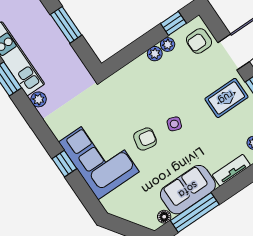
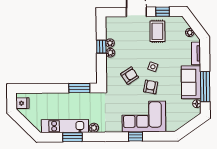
window: (173, 23) -> (101, 47), moved
window: (66, 25) -> (79, 88), moved
armchair: (199, 41) -> (130, 76), moved, turned -123

